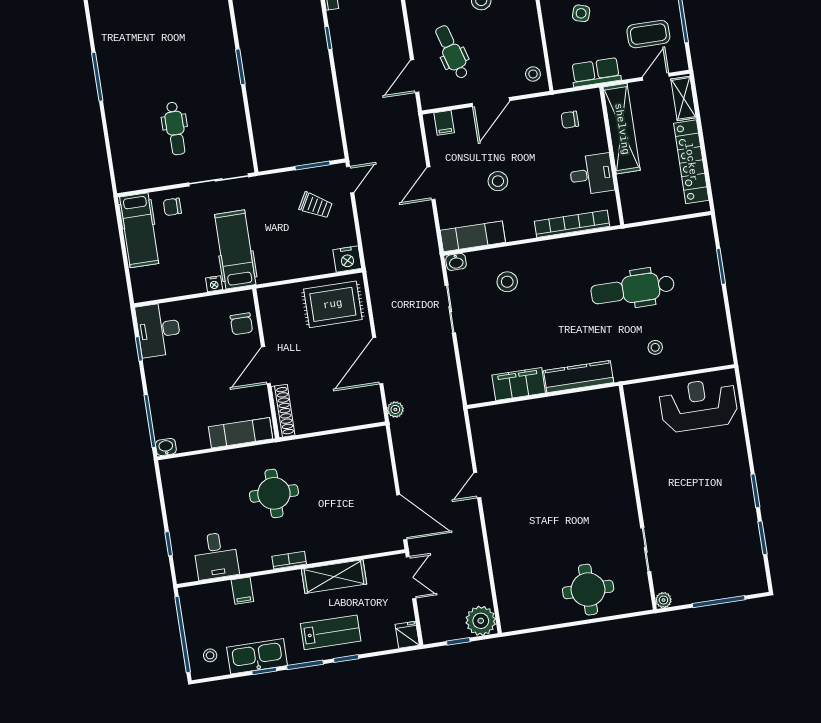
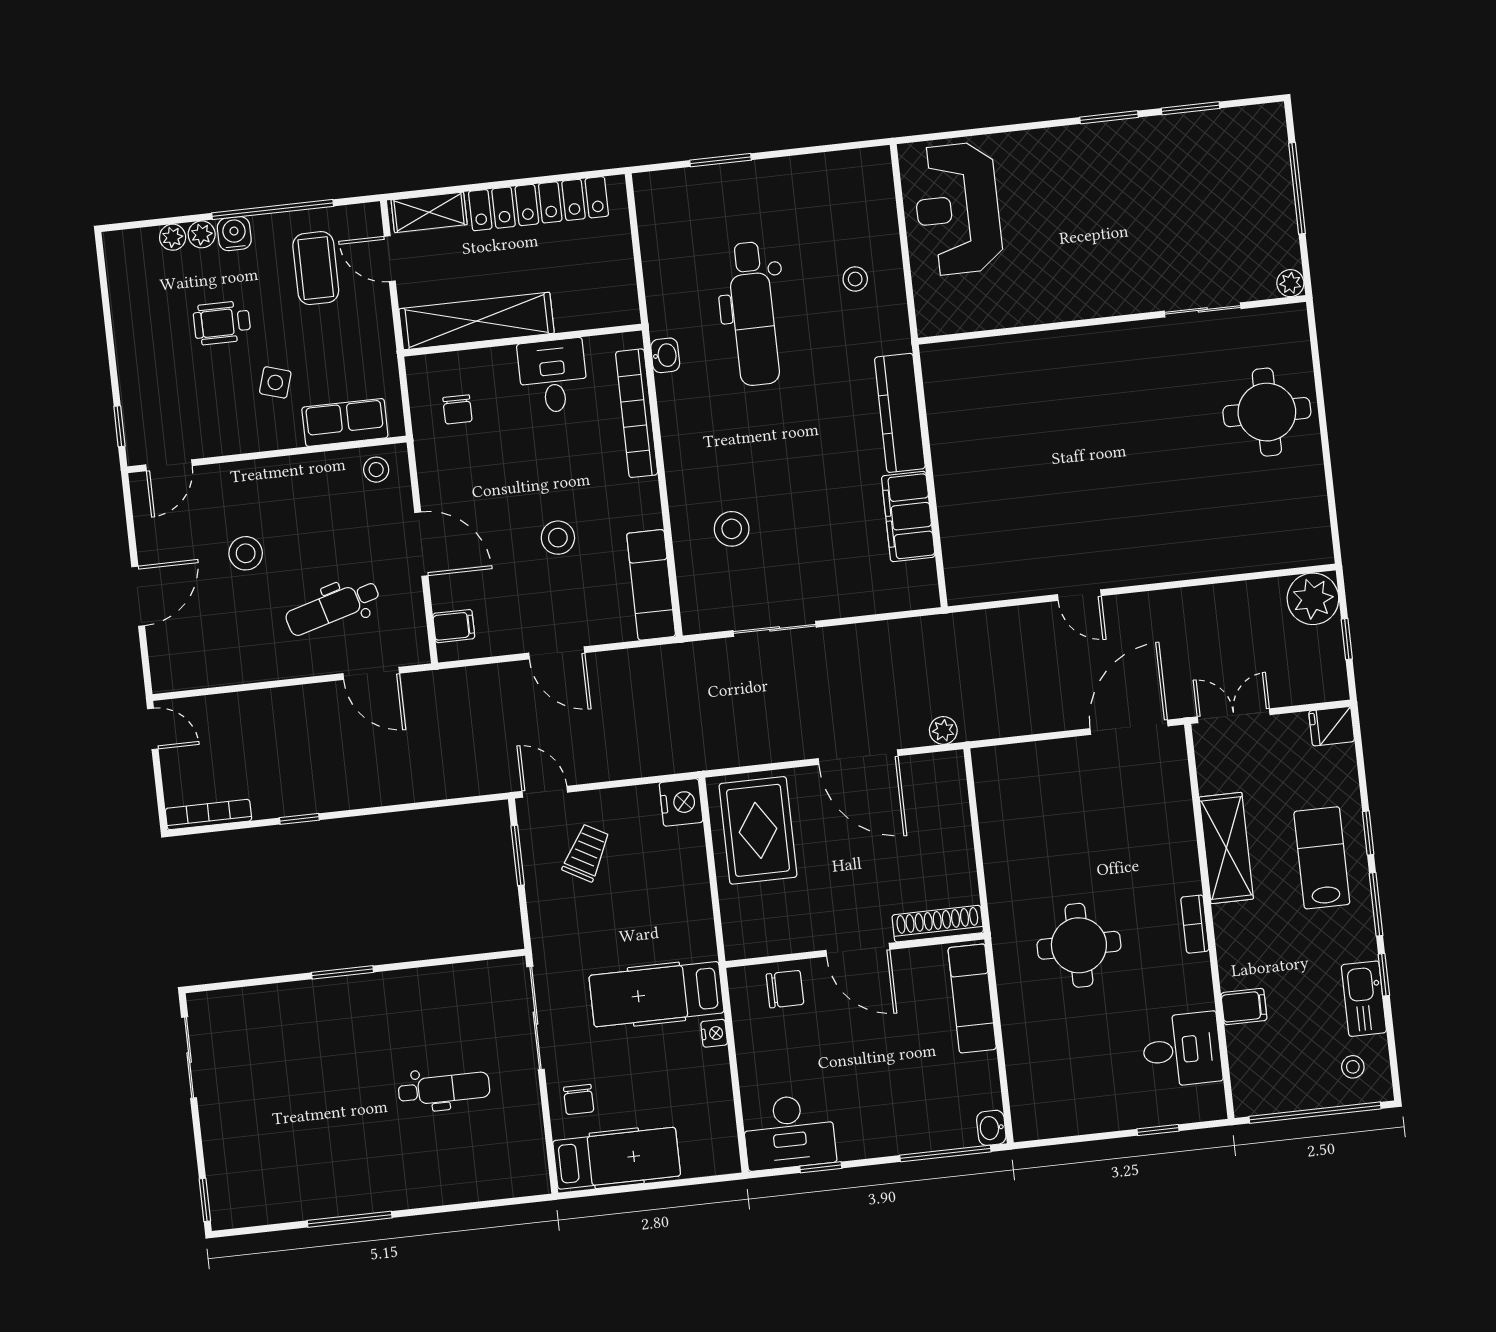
row of seats: (596, 72) -> (345, 422), moved, turned 90
washbasin: (456, 262) -> (665, 355), moved
kitchen sink: (257, 656) -> (1364, 999), width x0.73, depth x0.81

